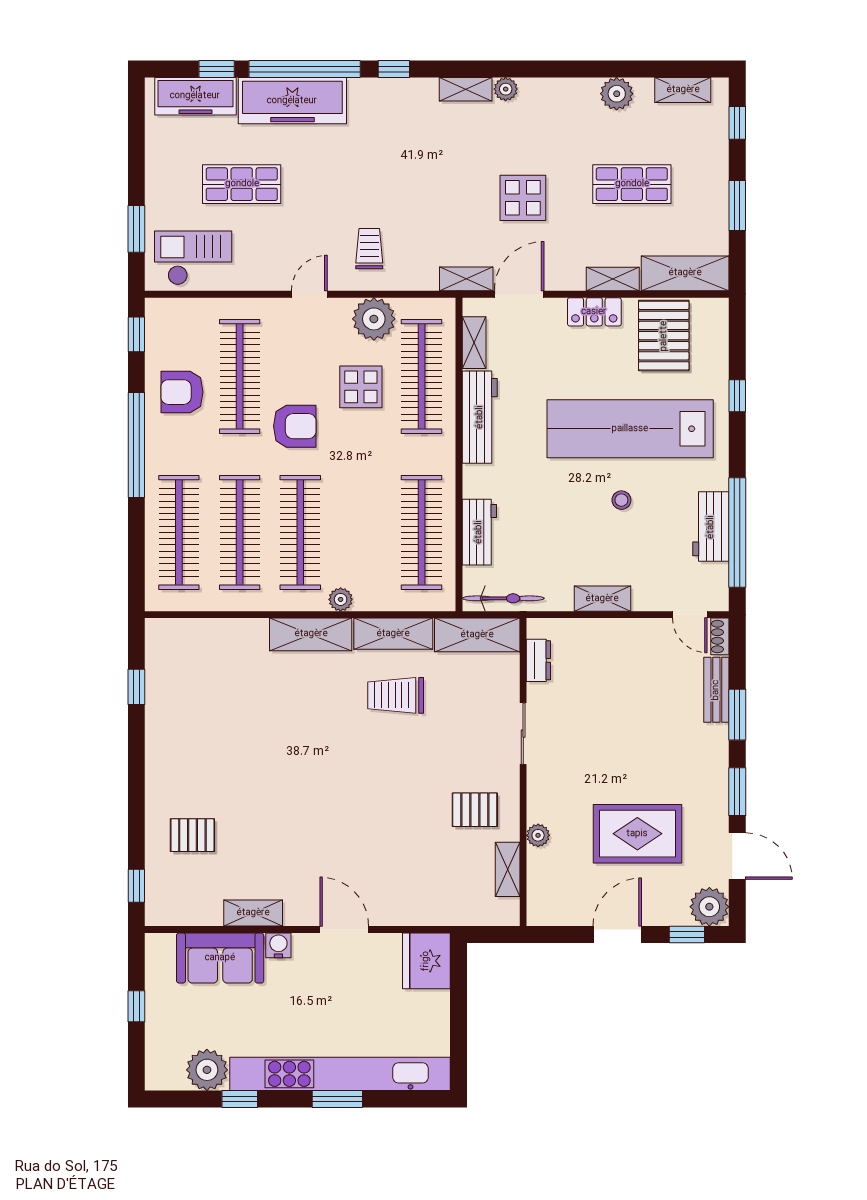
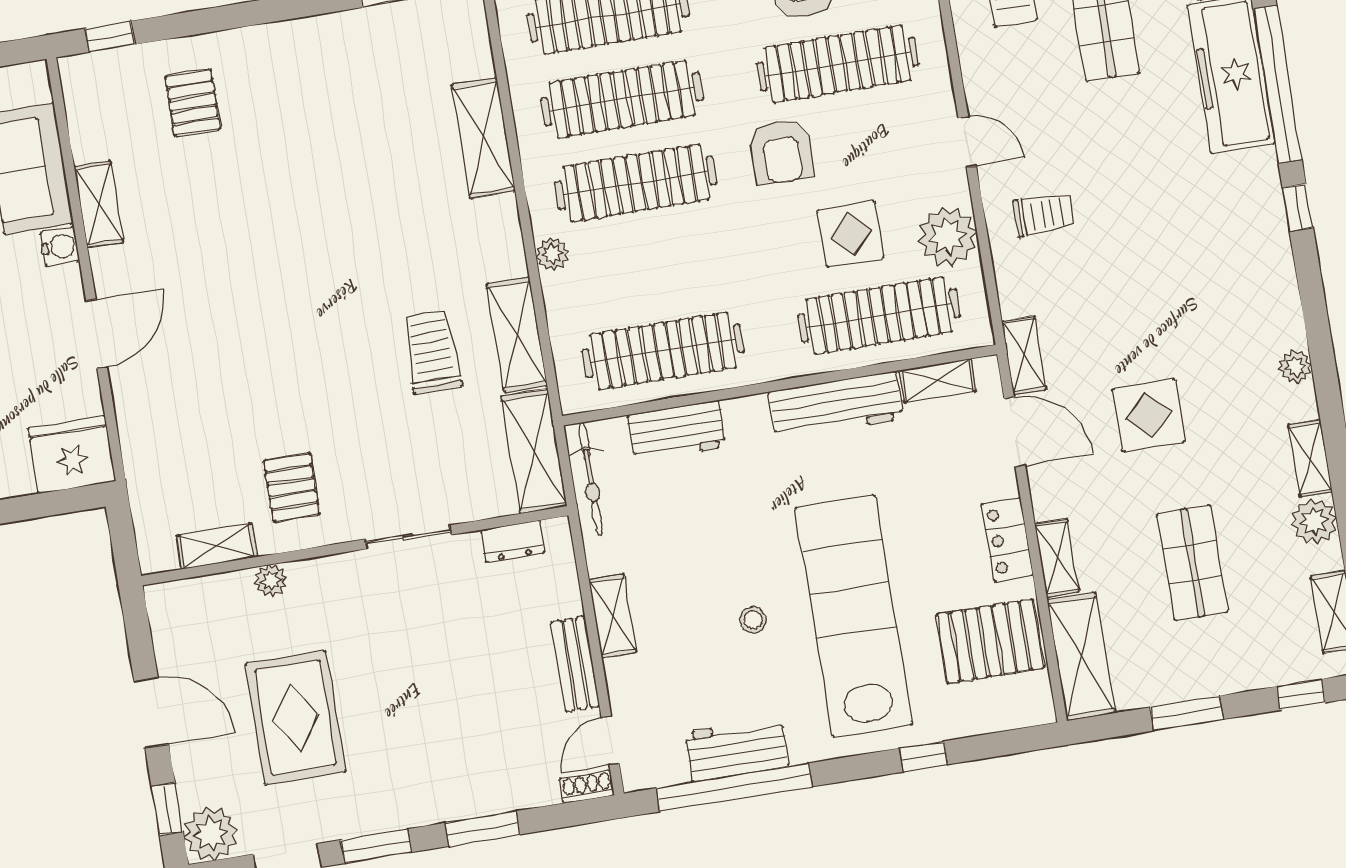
shelving: (466, 89) -> (1310, 458), moved
shelving: (311, 634) -> (483, 138), moved
bench: (716, 690) -> (575, 664), moved, turned 90

